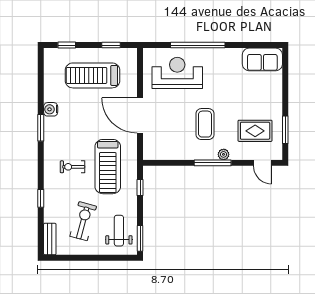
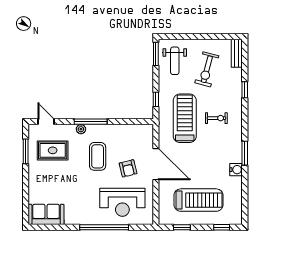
armchair: (171, 111) -> (128, 168), added

